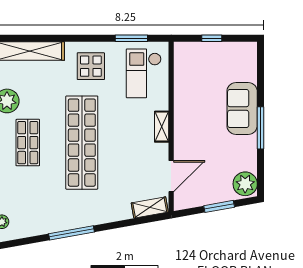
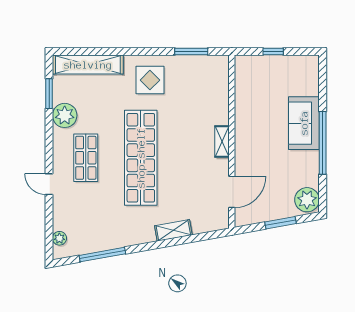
checkout: (144, 73) -> (204, 87), removed
window: (261, 128) -> (323, 143), width x1.46
shelving: (150, 207) -> (173, 230), moved
window: (72, 233) -> (102, 255), moved

